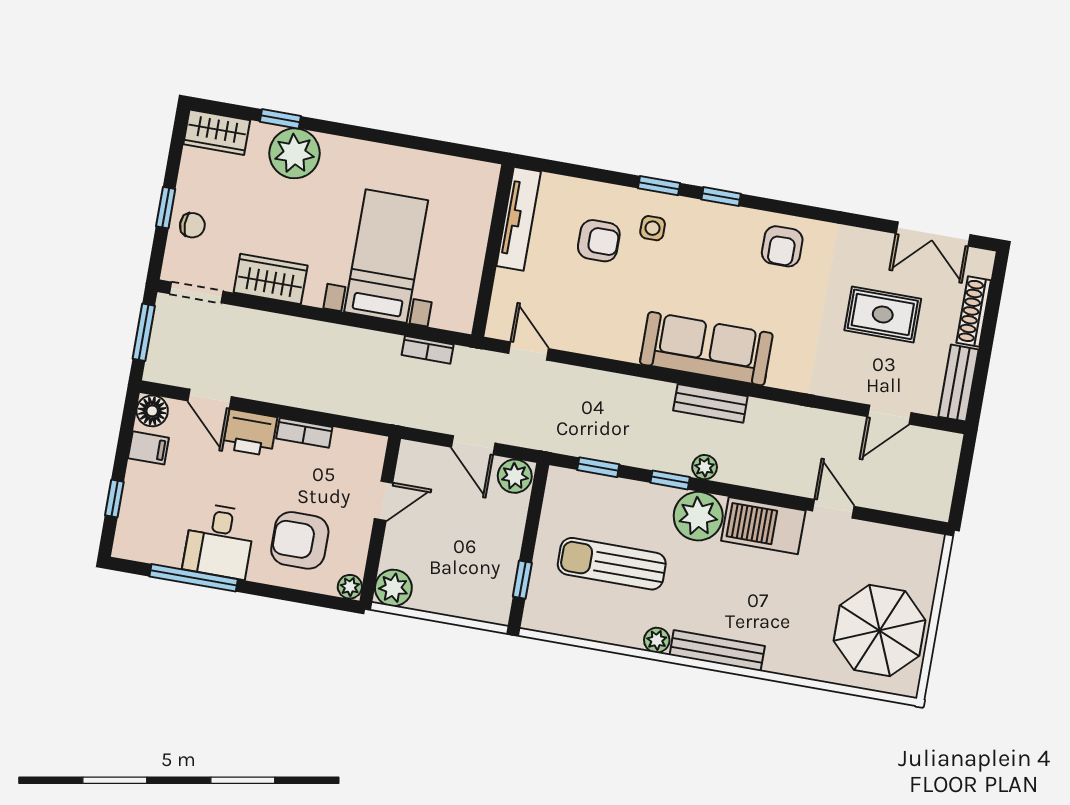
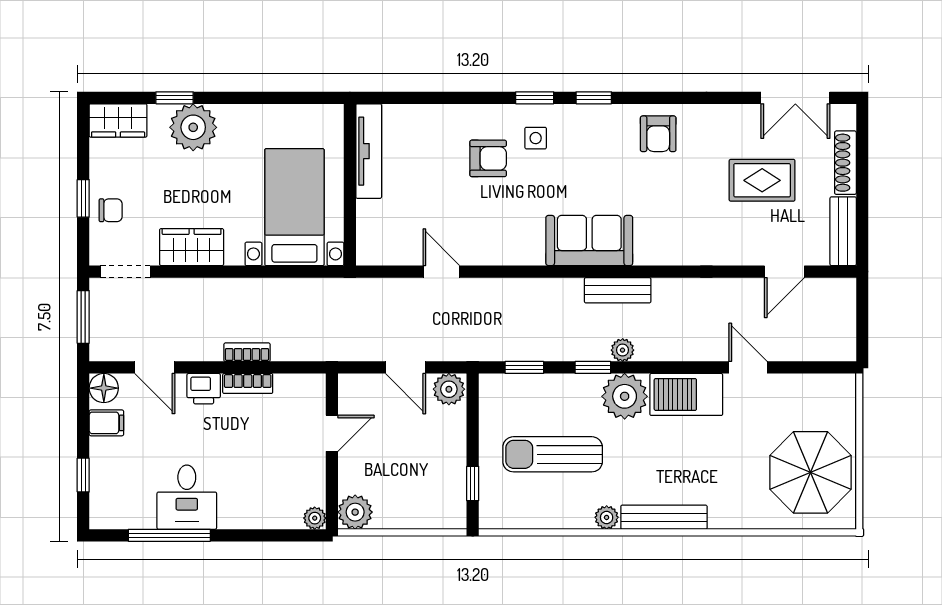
tv unit: (519, 219) -> (369, 151), moved
wall: (493, 251) -> (350, 185), moved
sofa: (706, 349) -> (589, 240), width x0.73
bookcase: (428, 350) -> (247, 352), moved, turned 180
printer: (250, 433) -> (204, 389), width x0.73, depth x0.81
armchair: (300, 540) -> (261, 484), removed

